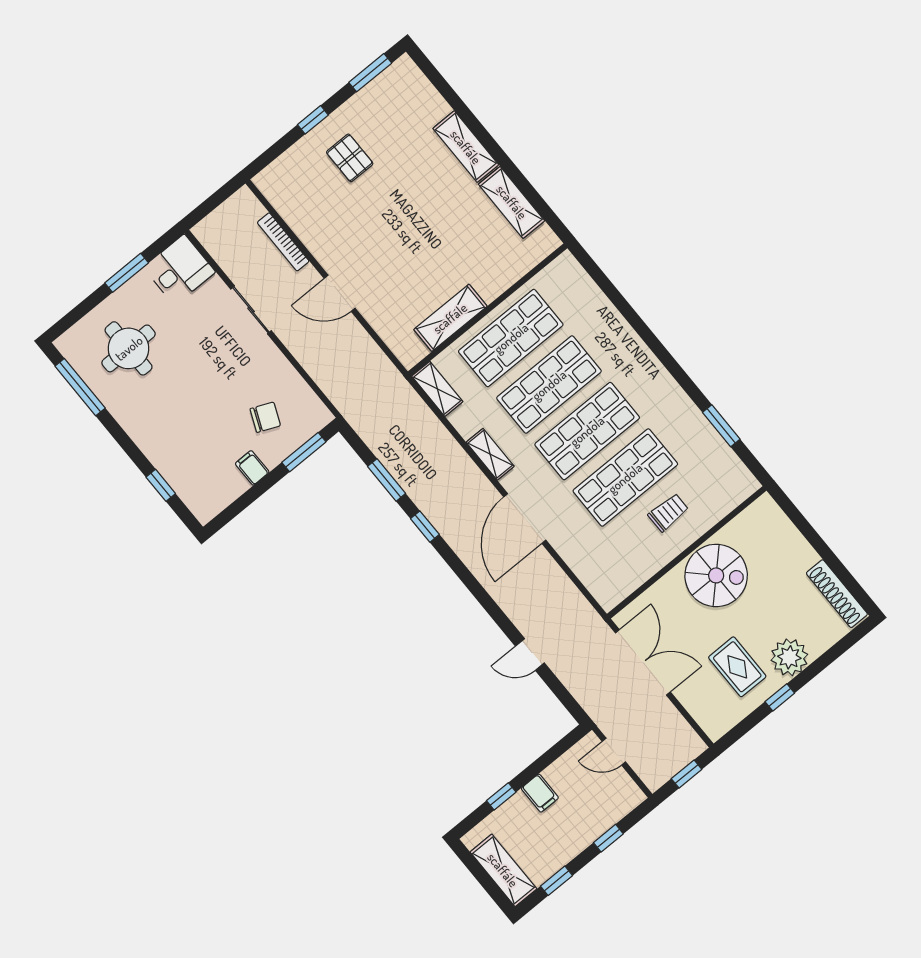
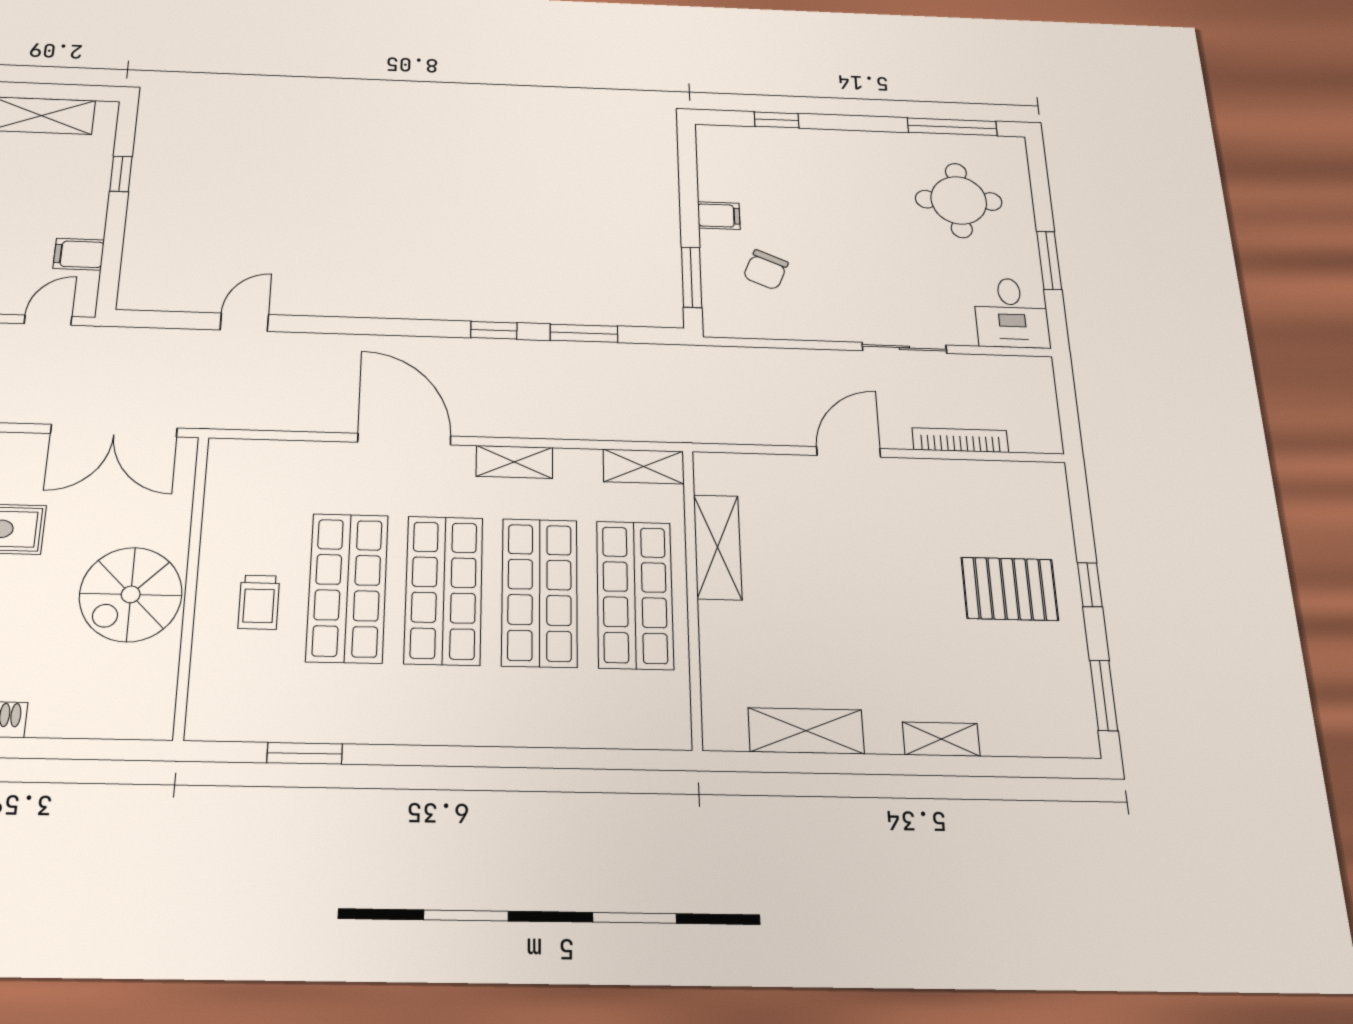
shelving: (466, 147) -> (941, 739), width x0.67, depth x0.75
pallet: (350, 158) -> (1010, 589), width x1.50, depth x1.42
filing cabinet: (540, 793) -> (79, 254), moved

